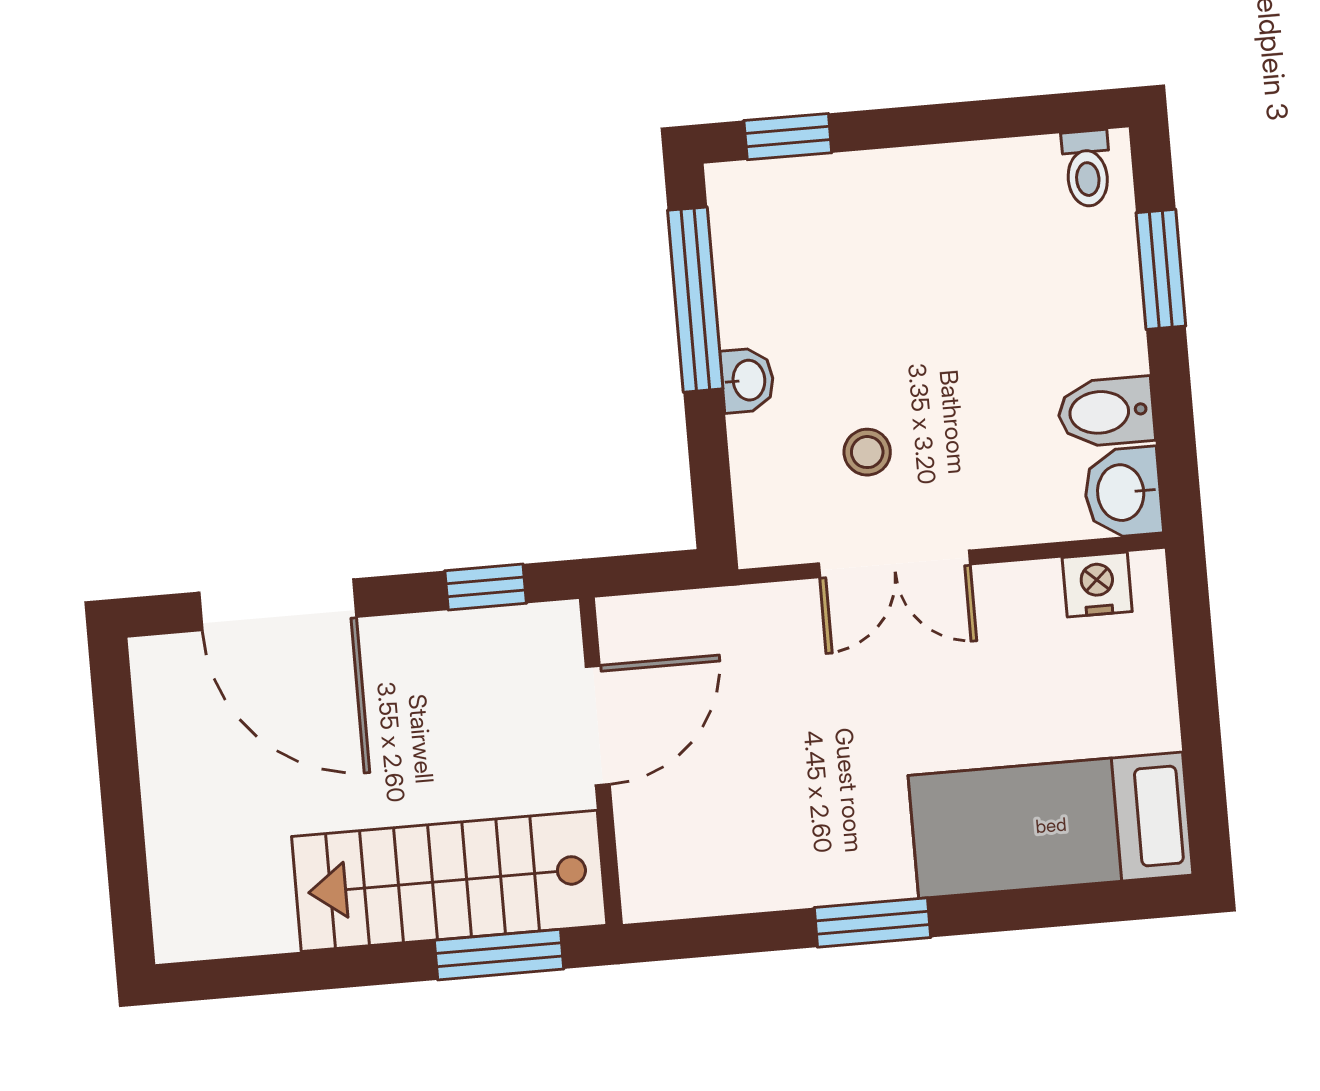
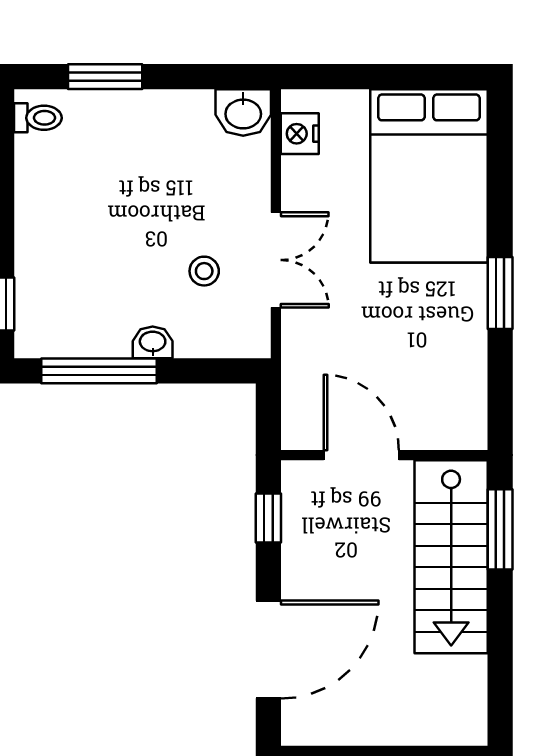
bidet: (1106, 412) -> (192, 119), removed
bed: (1051, 825) -> (429, 176), width x1.50

